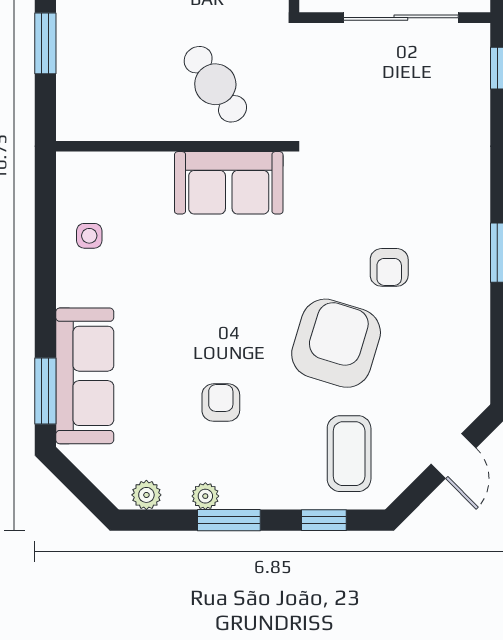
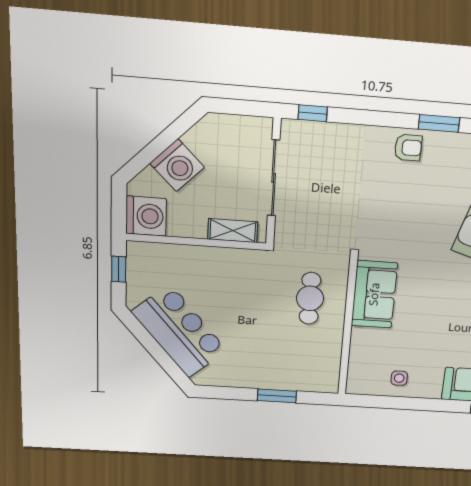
cafe table: (215, 84) -> (310, 298), turned -55
armchair: (389, 267) -> (408, 148), moved

